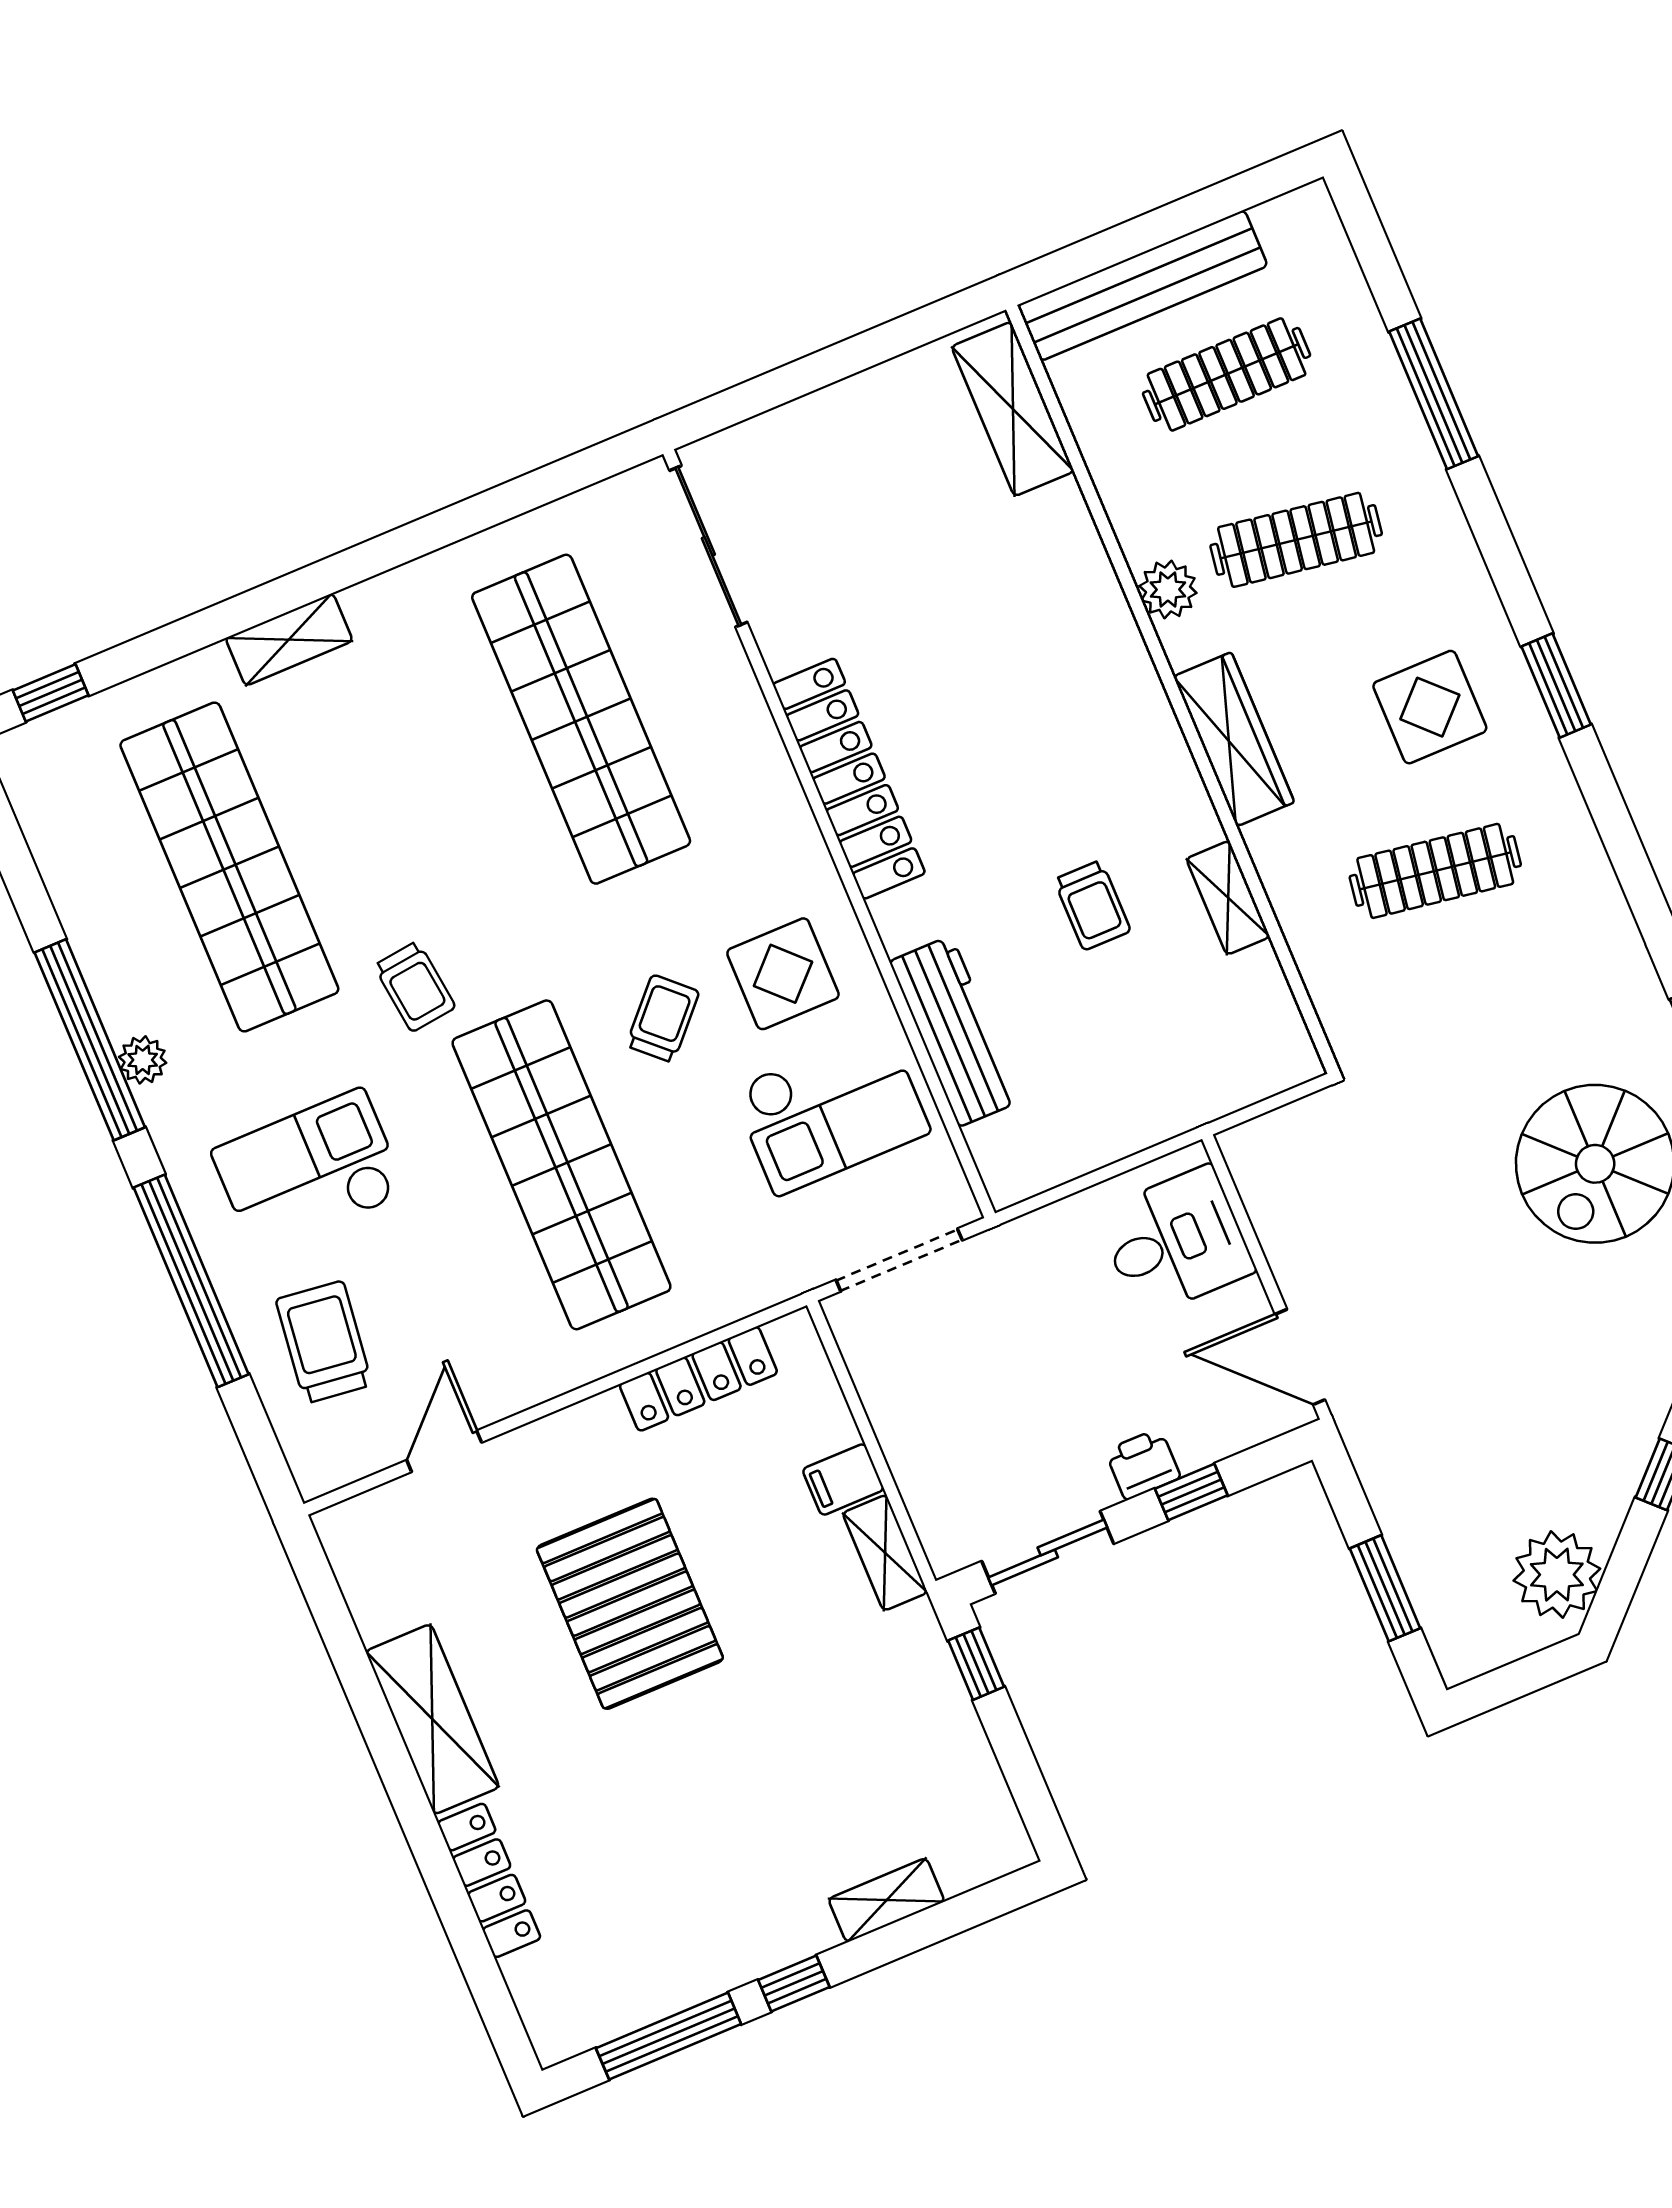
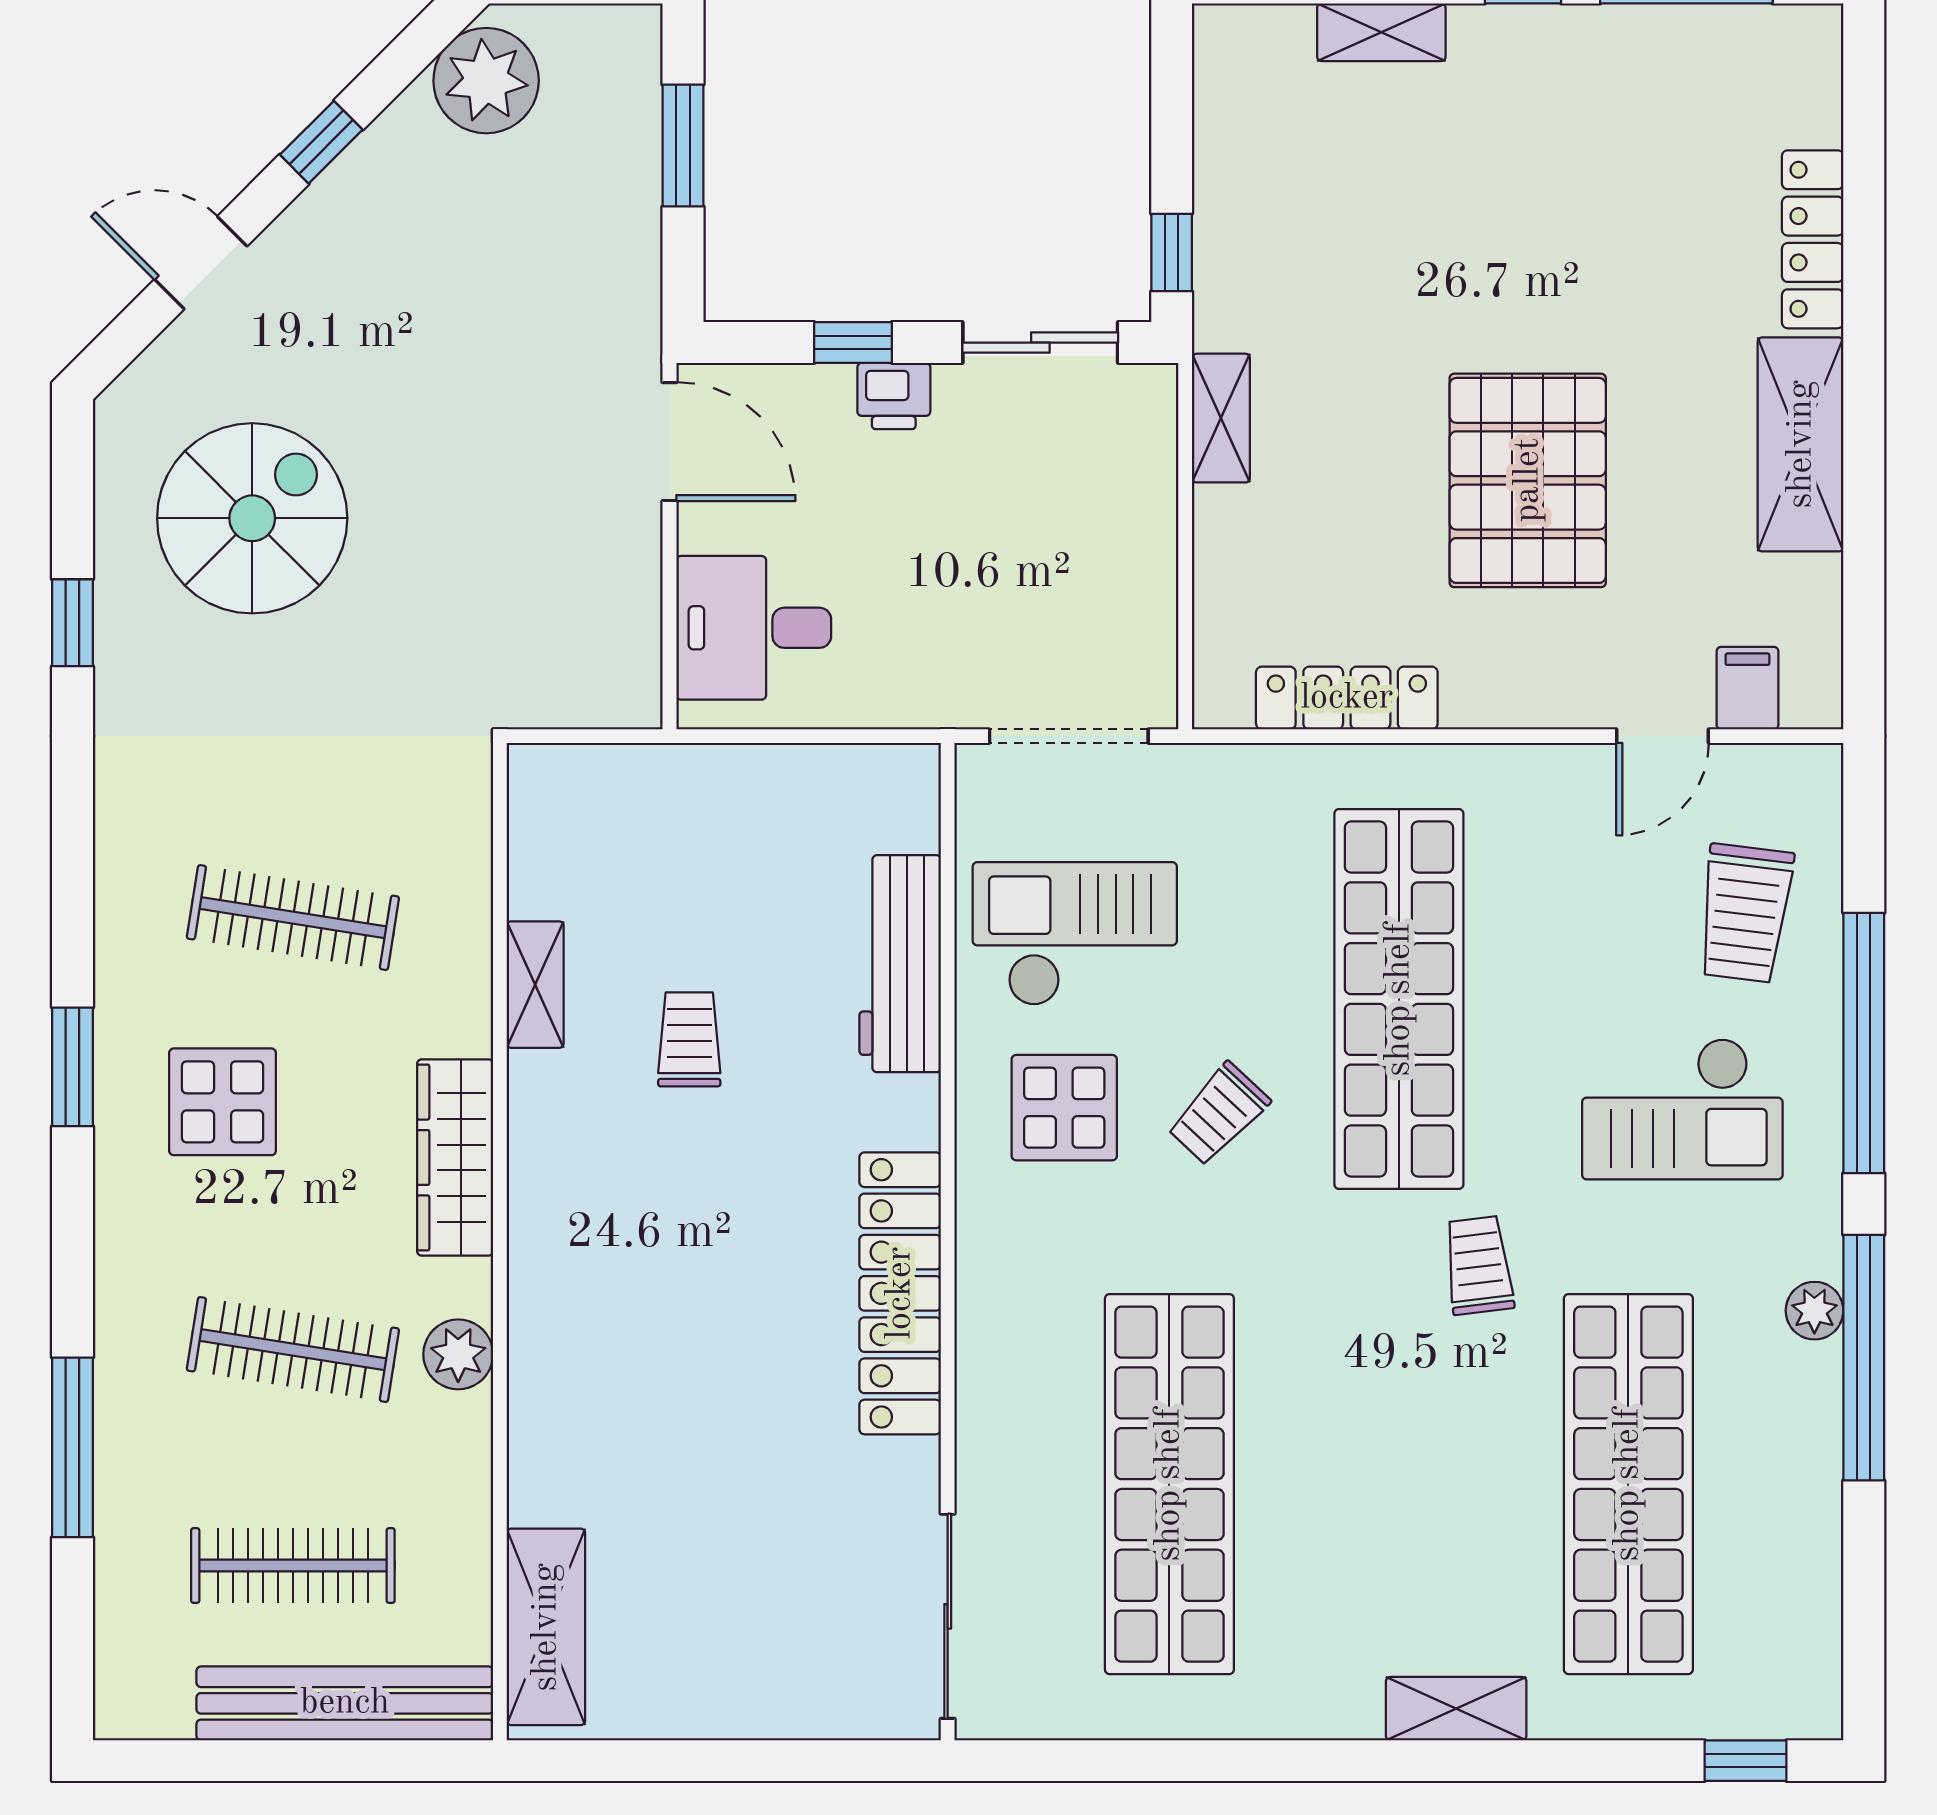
filing cabinet: (843, 1479) -> (1747, 688), moved, turned -90

